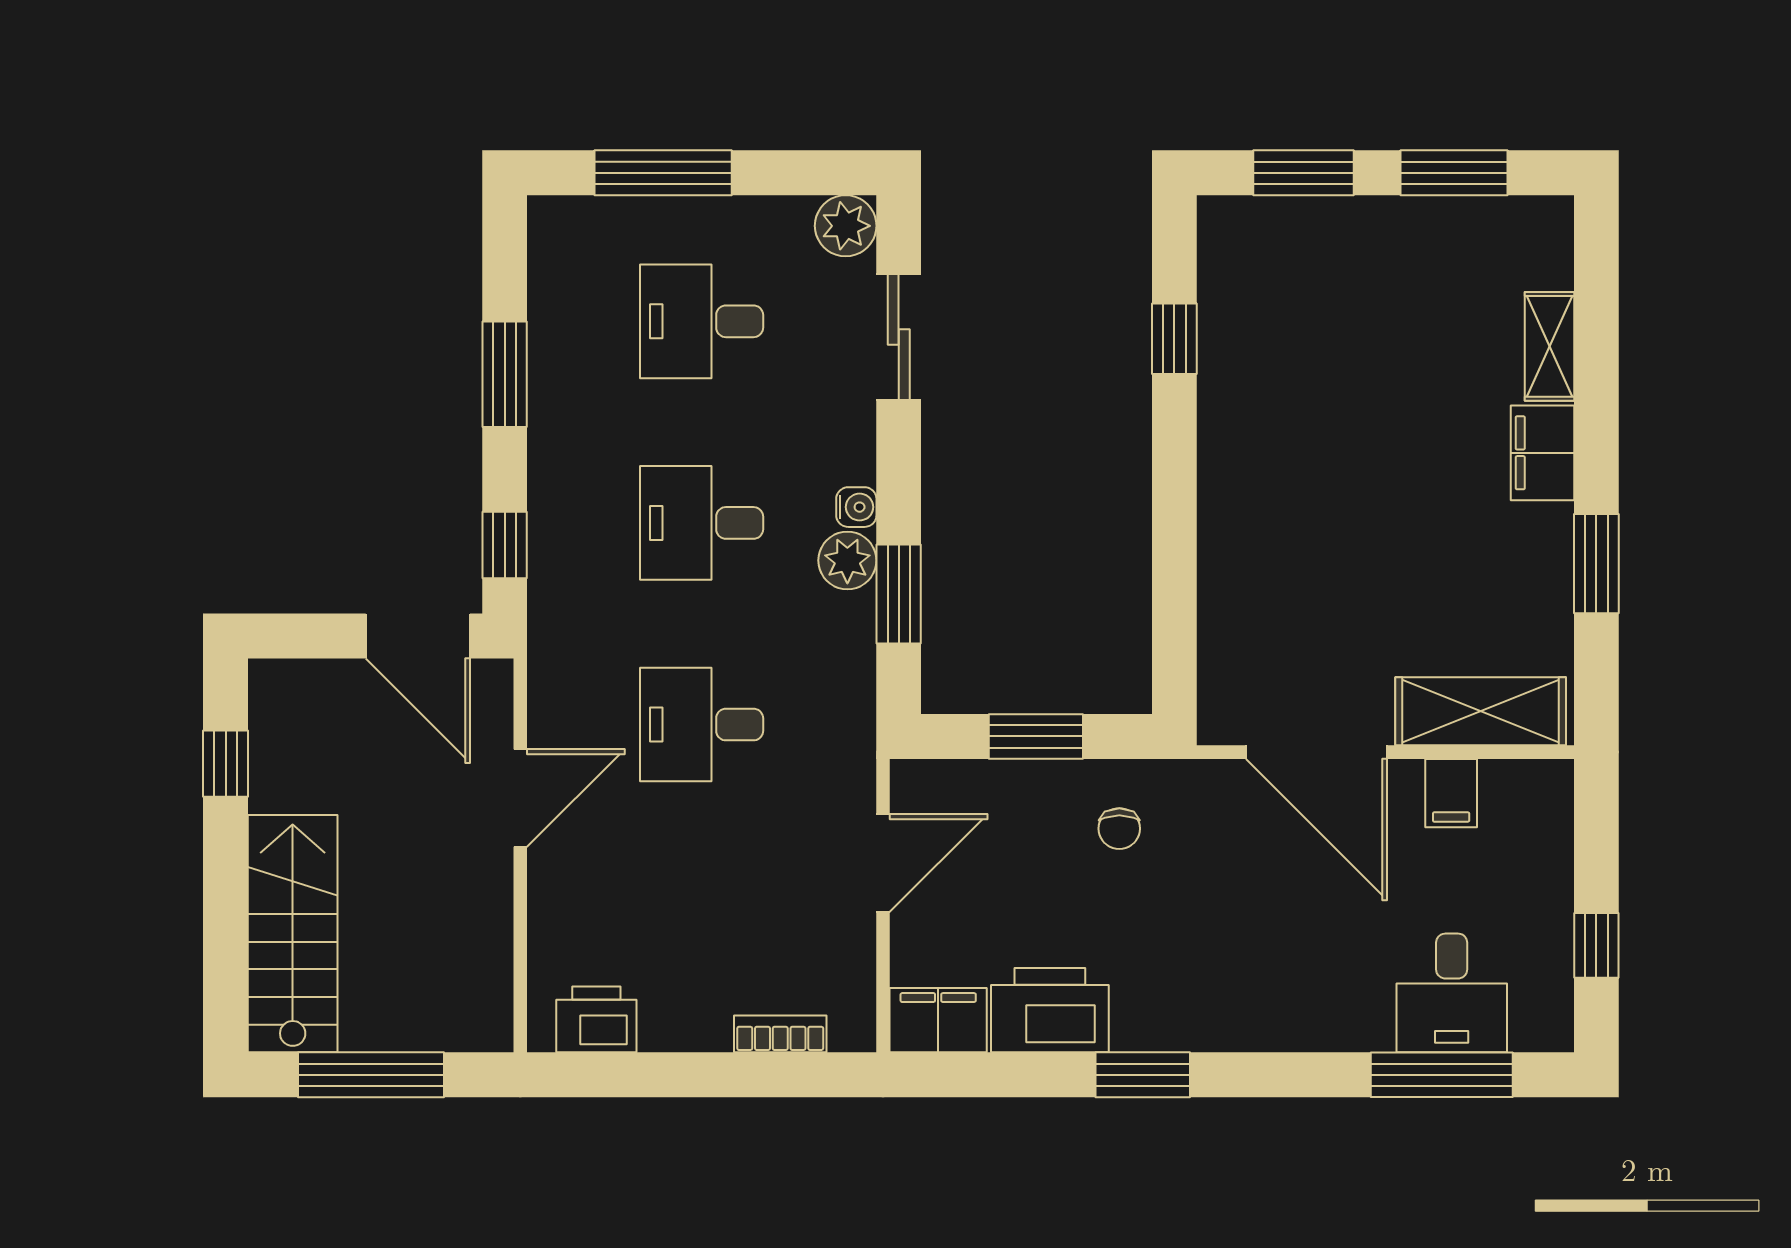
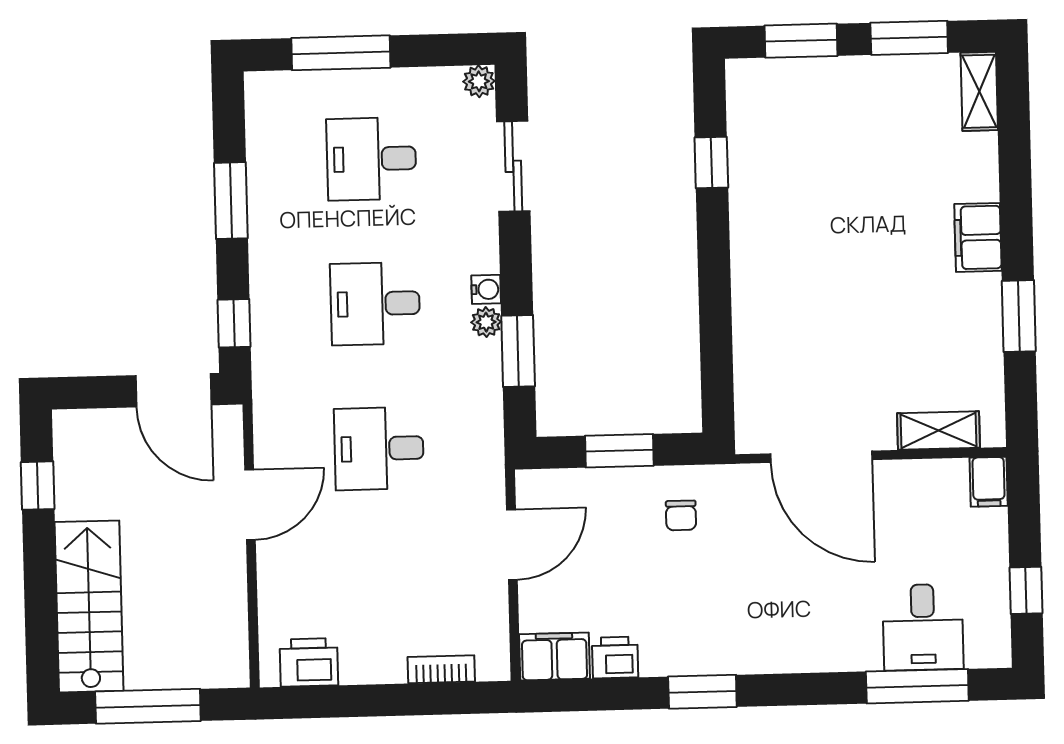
plant: (846, 226) -> (479, 81), width x0.73, depth x0.73
shelving: (1549, 346) -> (979, 91), moved
plant: (847, 560) -> (486, 322), width x0.73, depth x0.73
shelving: (1481, 711) -> (938, 430), width x0.67, depth x0.75
filing cabinet: (1451, 793) -> (989, 482), moved
printer: (1050, 1010) -> (615, 658), width x0.53, depth x0.68

